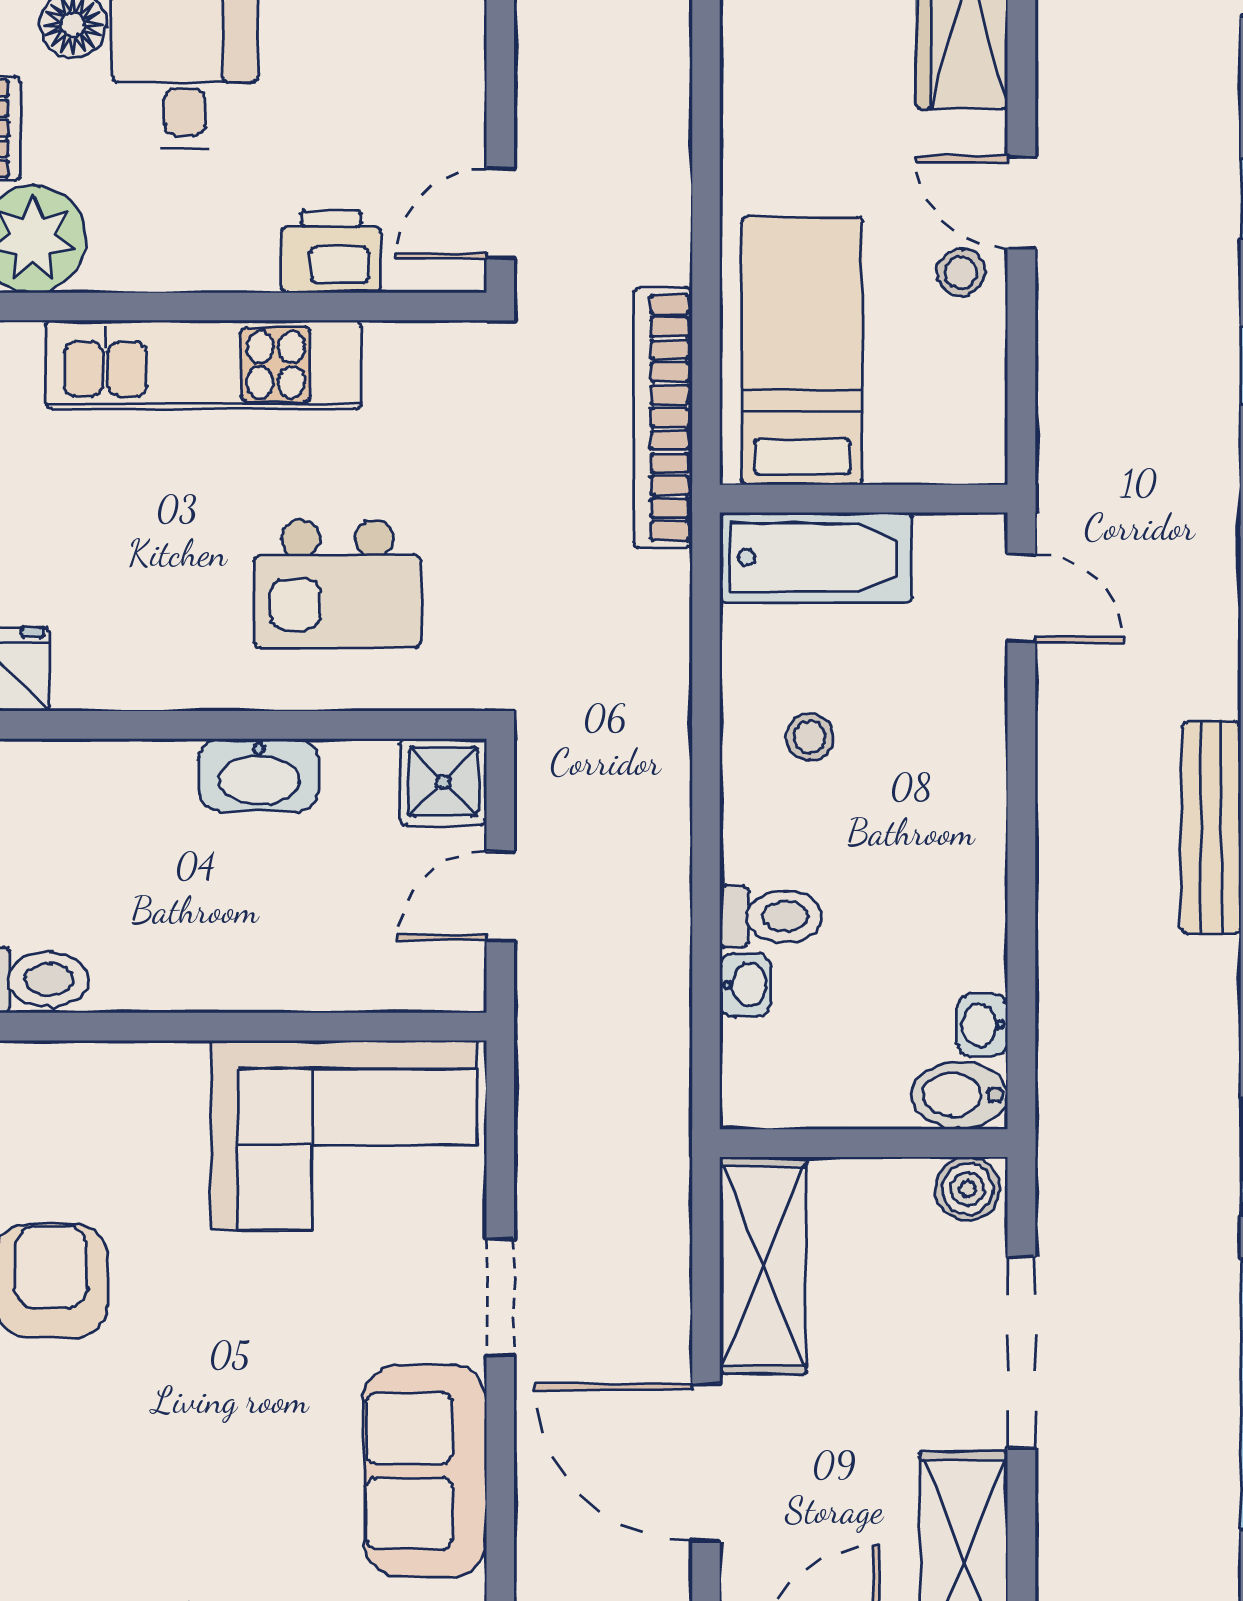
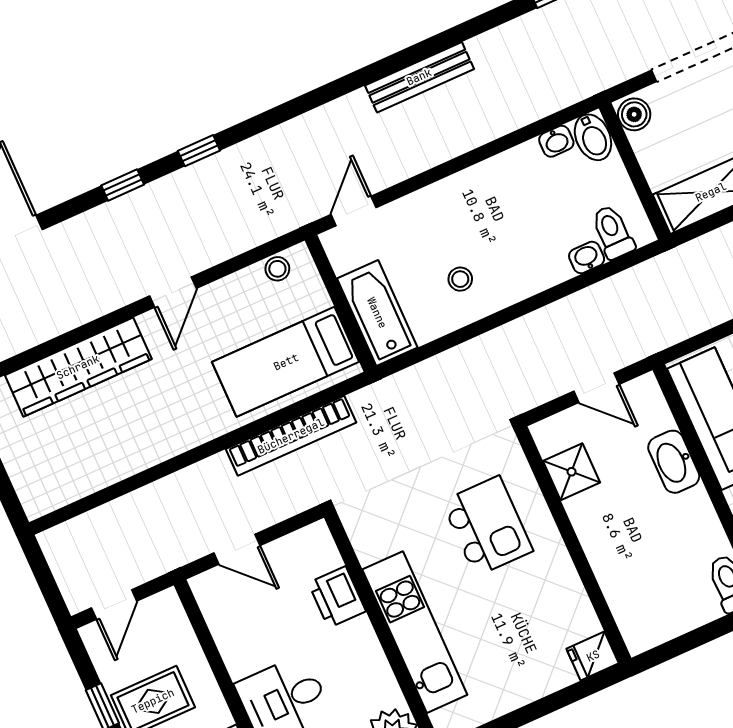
door: (500, 213) -> (237, 549), moved
stool: (961, 272) -> (277, 269), moved
bookcase: (663, 418) -> (291, 436), moved
washbasin: (259, 775) -> (674, 462), moved, turned 180
shower: (443, 782) -> (572, 472), moved
toilet: (771, 916) -> (613, 232), moved

